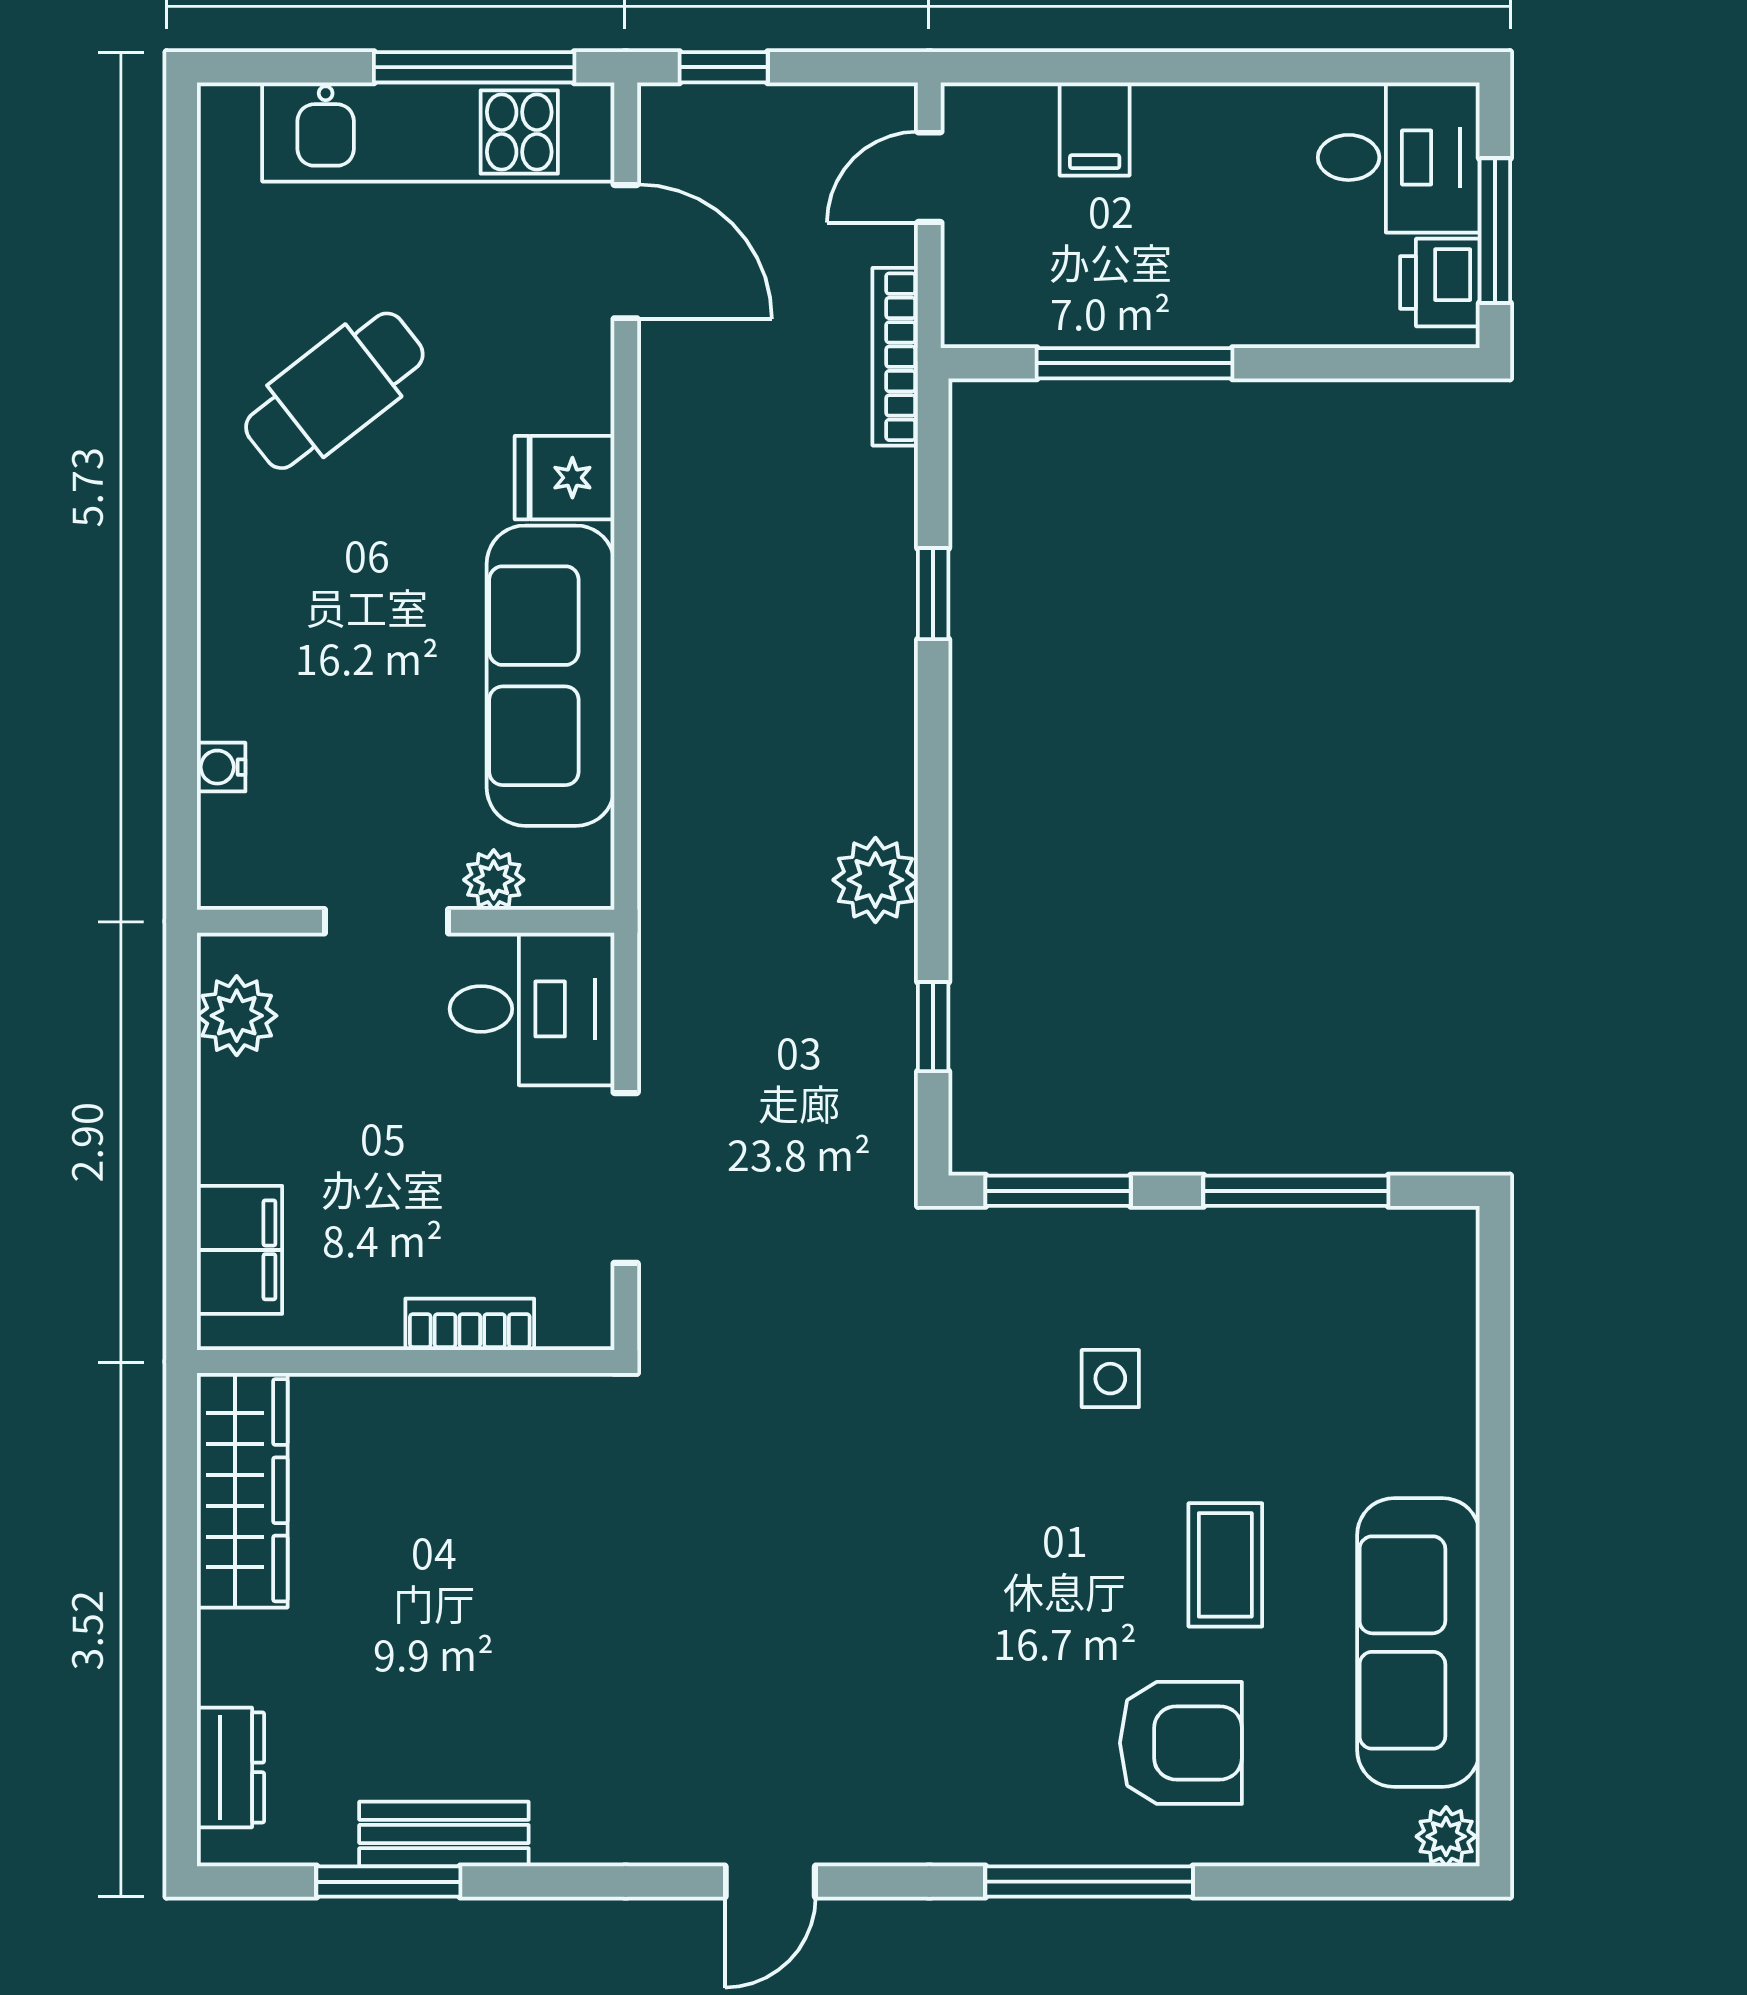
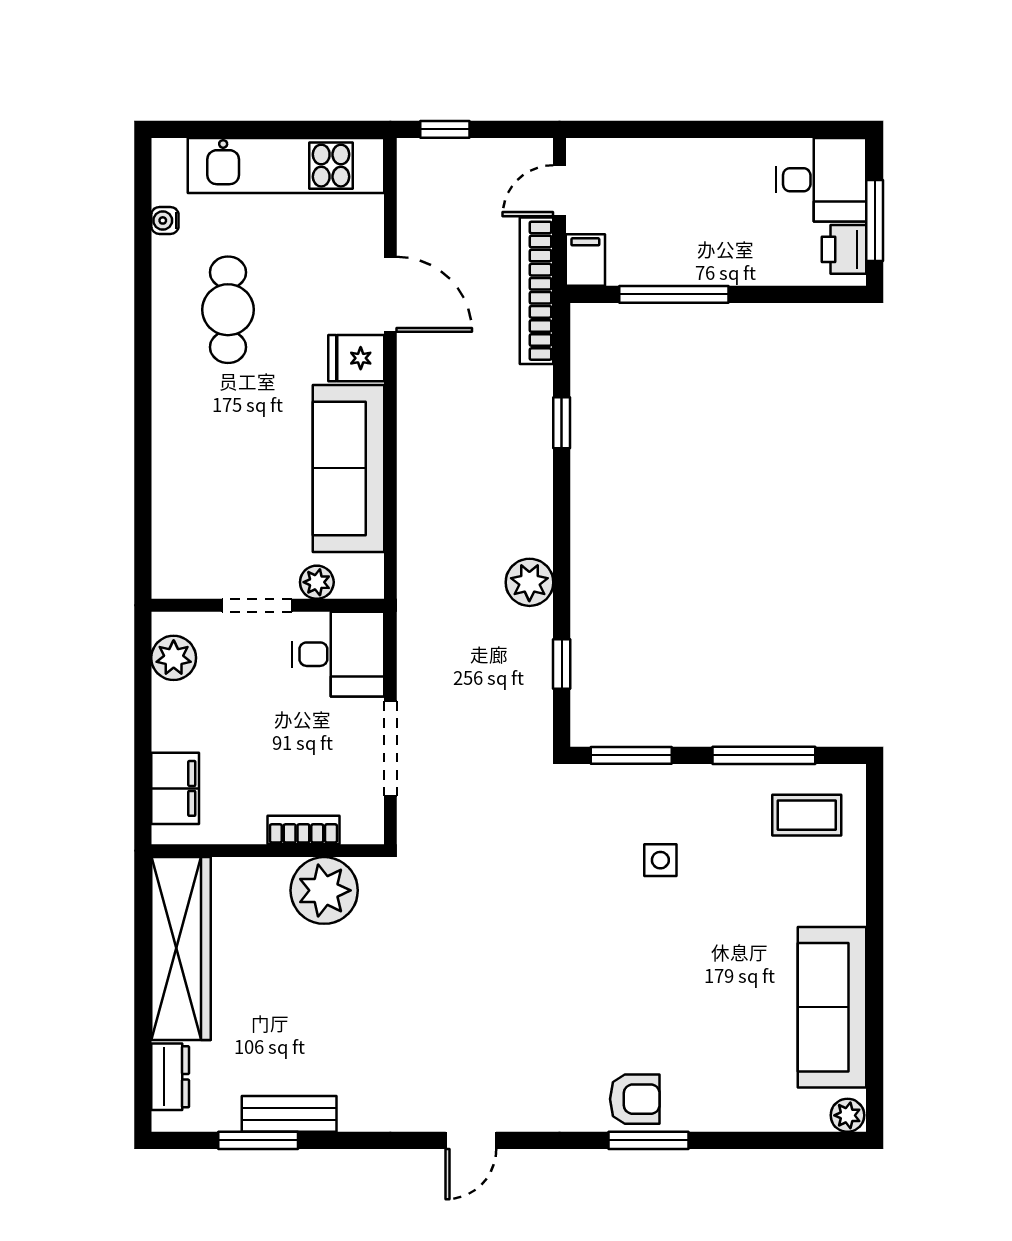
window: (474, 67) -> (306, 129), removed
filing cabinet: (1095, 129) -> (585, 260), moved, turned 180
door: (626, 252) -> (390, 294), moved
bookcase: (895, 357) -> (537, 291), width x1.48, depth x1.31
cafe table: (334, 391) -> (228, 310), turned -52
water cooler: (221, 767) -> (165, 220), moved
plant: (507, 1433) -> (324, 890), added
wardrobe: (242, 1490) -> (181, 949), width x1.40, depth x1.17
coffee table: (1225, 1565) -> (807, 815), moved, turned 90
armchair: (1181, 1743) -> (635, 1099), moved, width x0.72, depth x0.72
window: (1089, 1882) -> (649, 1140), width x0.69

